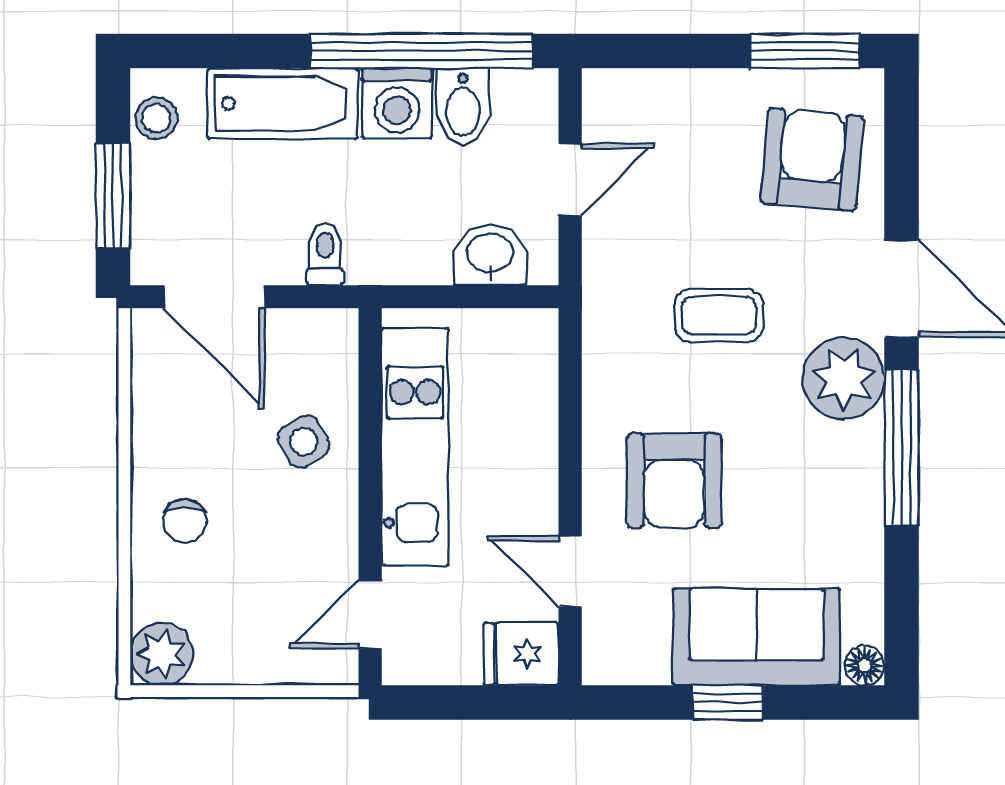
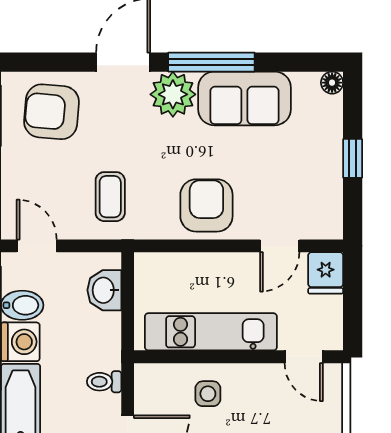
door: (570, 180) -> (37, 246), moved
coffee table: (719, 316) -> (110, 197), moved
side table: (303, 442) -> (208, 394), turned 30
armchair: (674, 480) -> (206, 205), moved, turned -90
sofa: (756, 637) -> (244, 98), moved, turned -90

